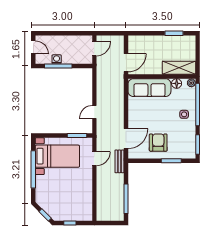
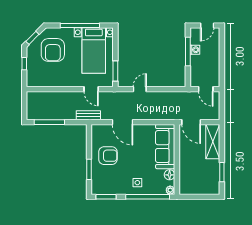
shelving: (179, 68) -> (213, 142), moved
door: (94, 112) -> (140, 89), hinge flipped
door: (126, 139) -> (123, 122), moved
armchair: (57, 195) -> (53, 50), added

